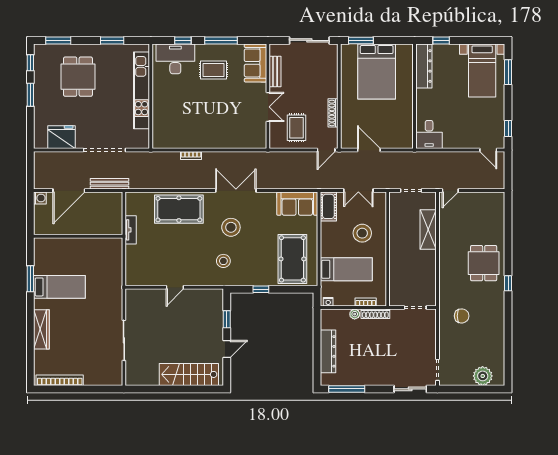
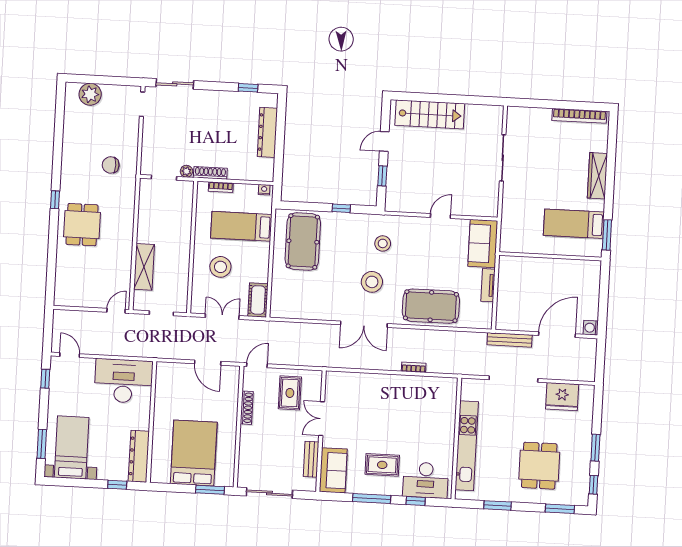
desk: (429, 135) -> (123, 381), width x1.87, depth x1.30
sofa: (297, 204) -> (483, 244), moved, turned -90
wall: (78, 236) -> (550, 256), moved
plant: (355, 314) -> (186, 171), moved
window: (347, 389) -> (248, 88), width x0.46

